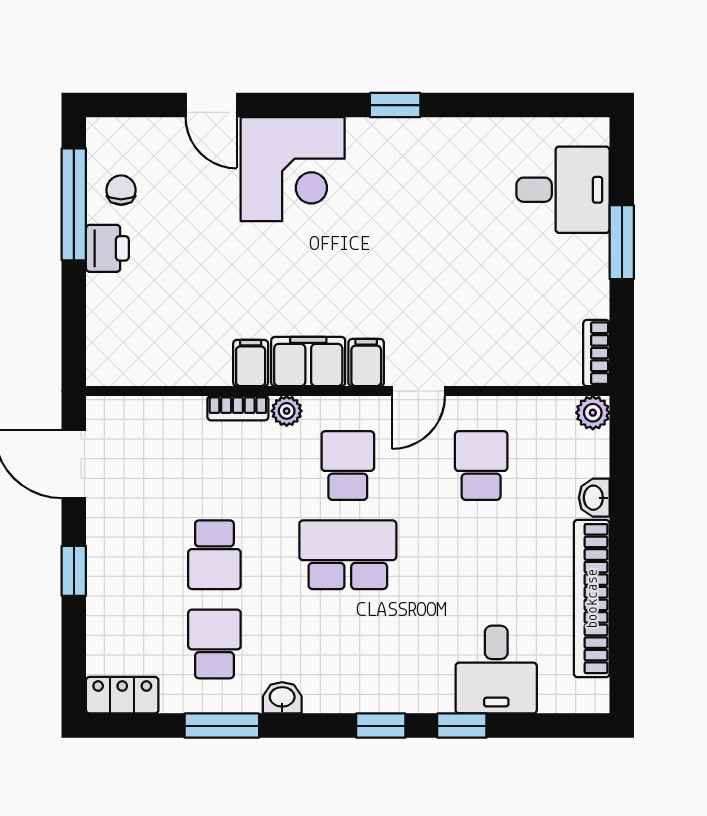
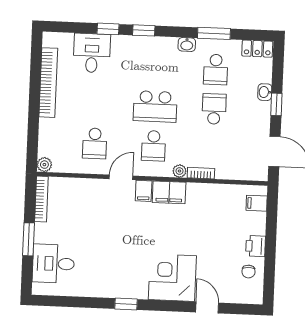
window: (74, 204) -> (270, 266), removed
bookcase: (596, 353) -> (41, 199), width x1.56
filing cabinet: (251, 363) -> (257, 203), moved, turned 90
washbasin: (594, 498) -> (265, 92), moved, turned 180

